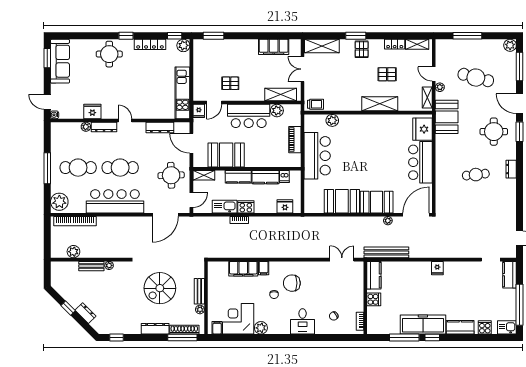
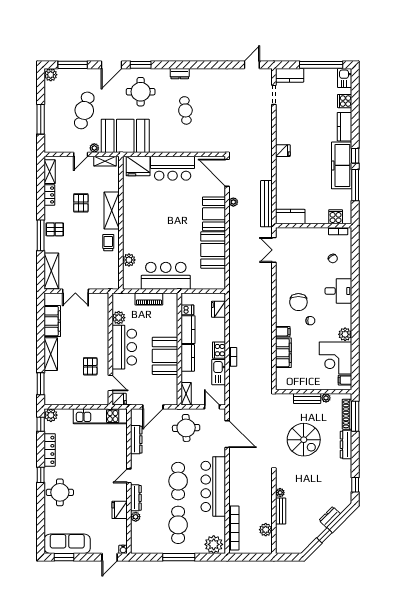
window: (356, 36) -> (41, 235), width x1.44
shelving: (281, 95) -> (51, 354), moved
trolley: (315, 104) -> (108, 243), moved
booth: (447, 117) -> (125, 136), width x1.36, depth x1.42
booth: (226, 155) -> (165, 356), moved
cooker: (374, 299) -> (336, 217), moved

